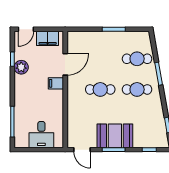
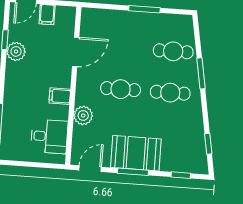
filing cabinet: (48, 38) -> (47, 15), width x0.50
filing cabinet: (56, 83) -> (60, 96), moved
plant: (74, 111) -> (83, 115), added
desk: (41, 135) -> (49, 136), moved, turned -90
door: (82, 150) -> (90, 169), swing flipped

